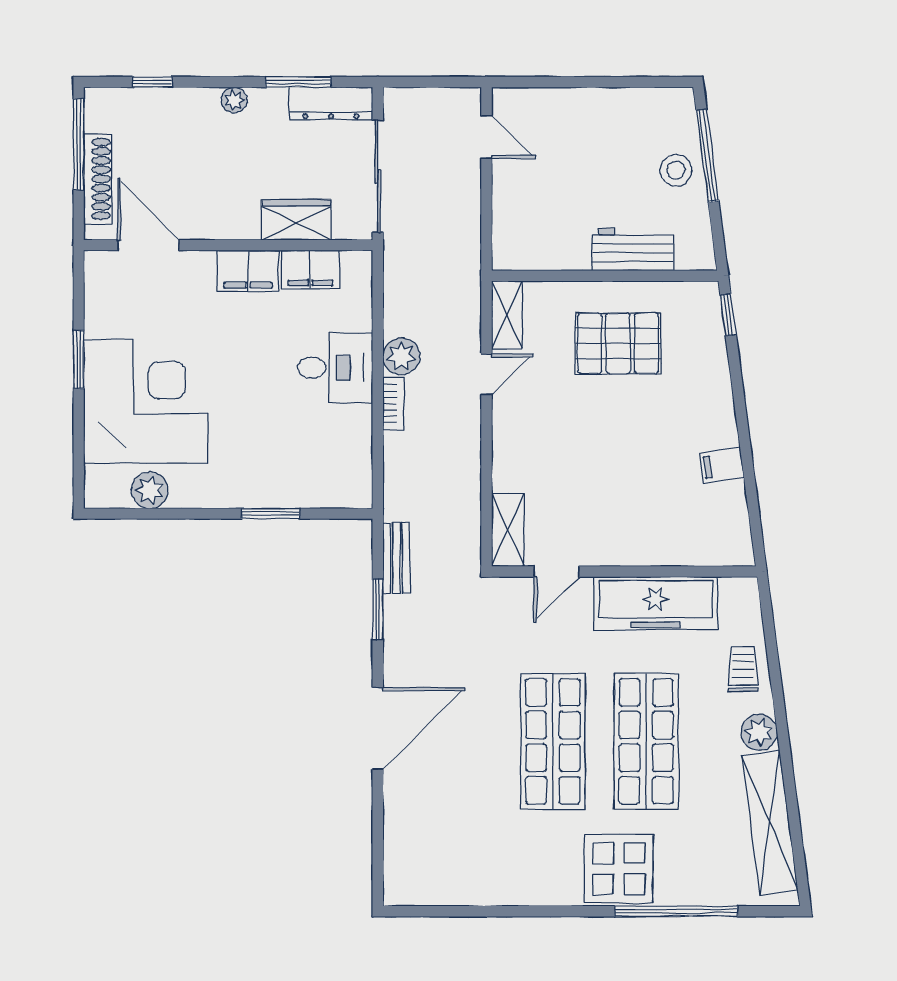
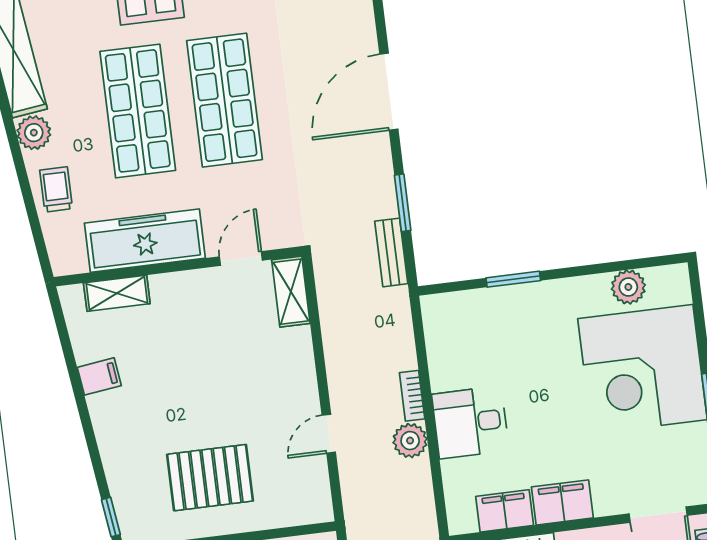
shelving: (507, 315) -> (117, 293), moved, turned 90
trolley: (743, 669) -> (56, 189), turned 180

